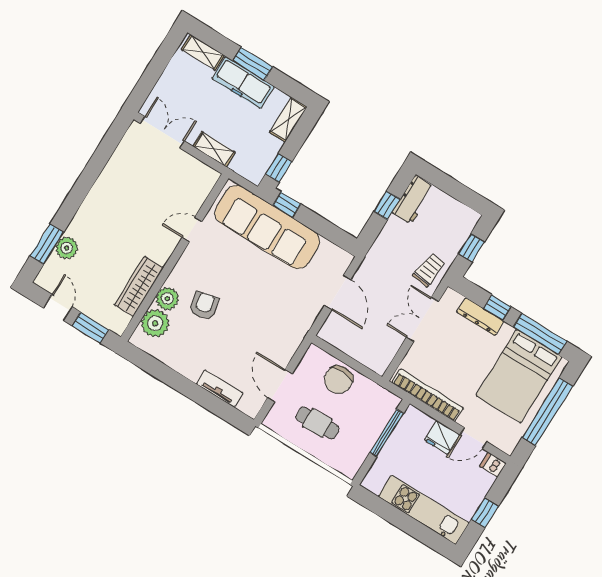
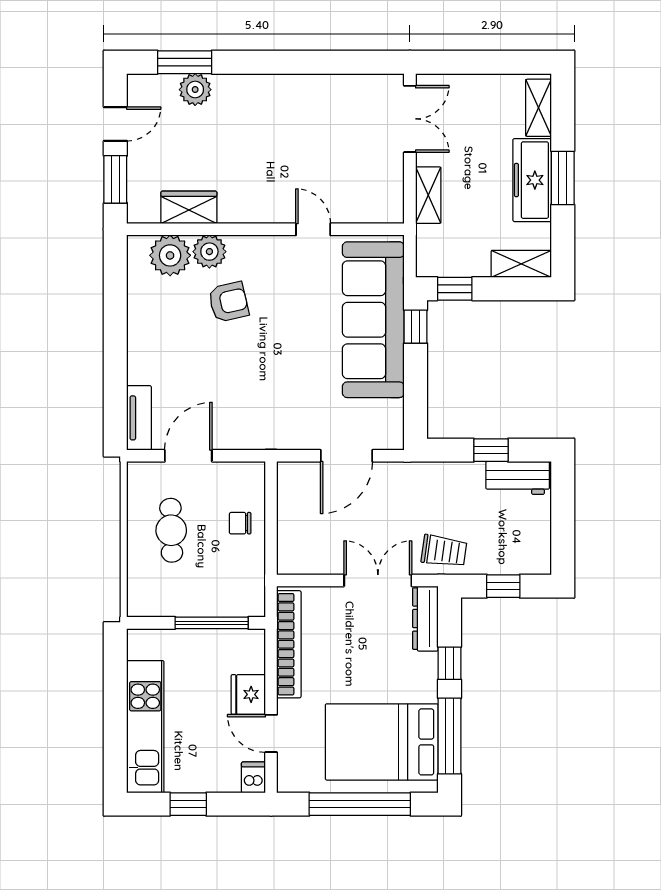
wardrobe: (139, 286) -> (189, 207), width x0.67
dresser: (480, 317) -> (425, 619), moved
chair: (338, 380) -> (240, 523), width x0.54, depth x0.54
tv unit: (220, 388) -> (139, 418), moved

